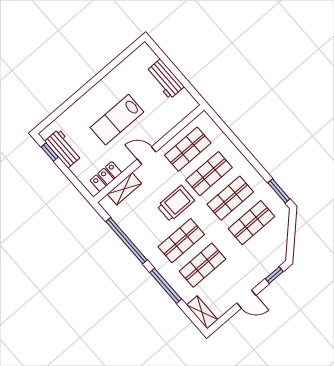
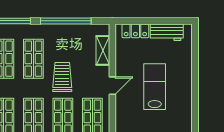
window: (50, 152) -> (172, 21), removed
locker: (106, 177) -> (135, 31), moved, turned 90
trolley: (176, 203) -> (62, 77), turned 180

